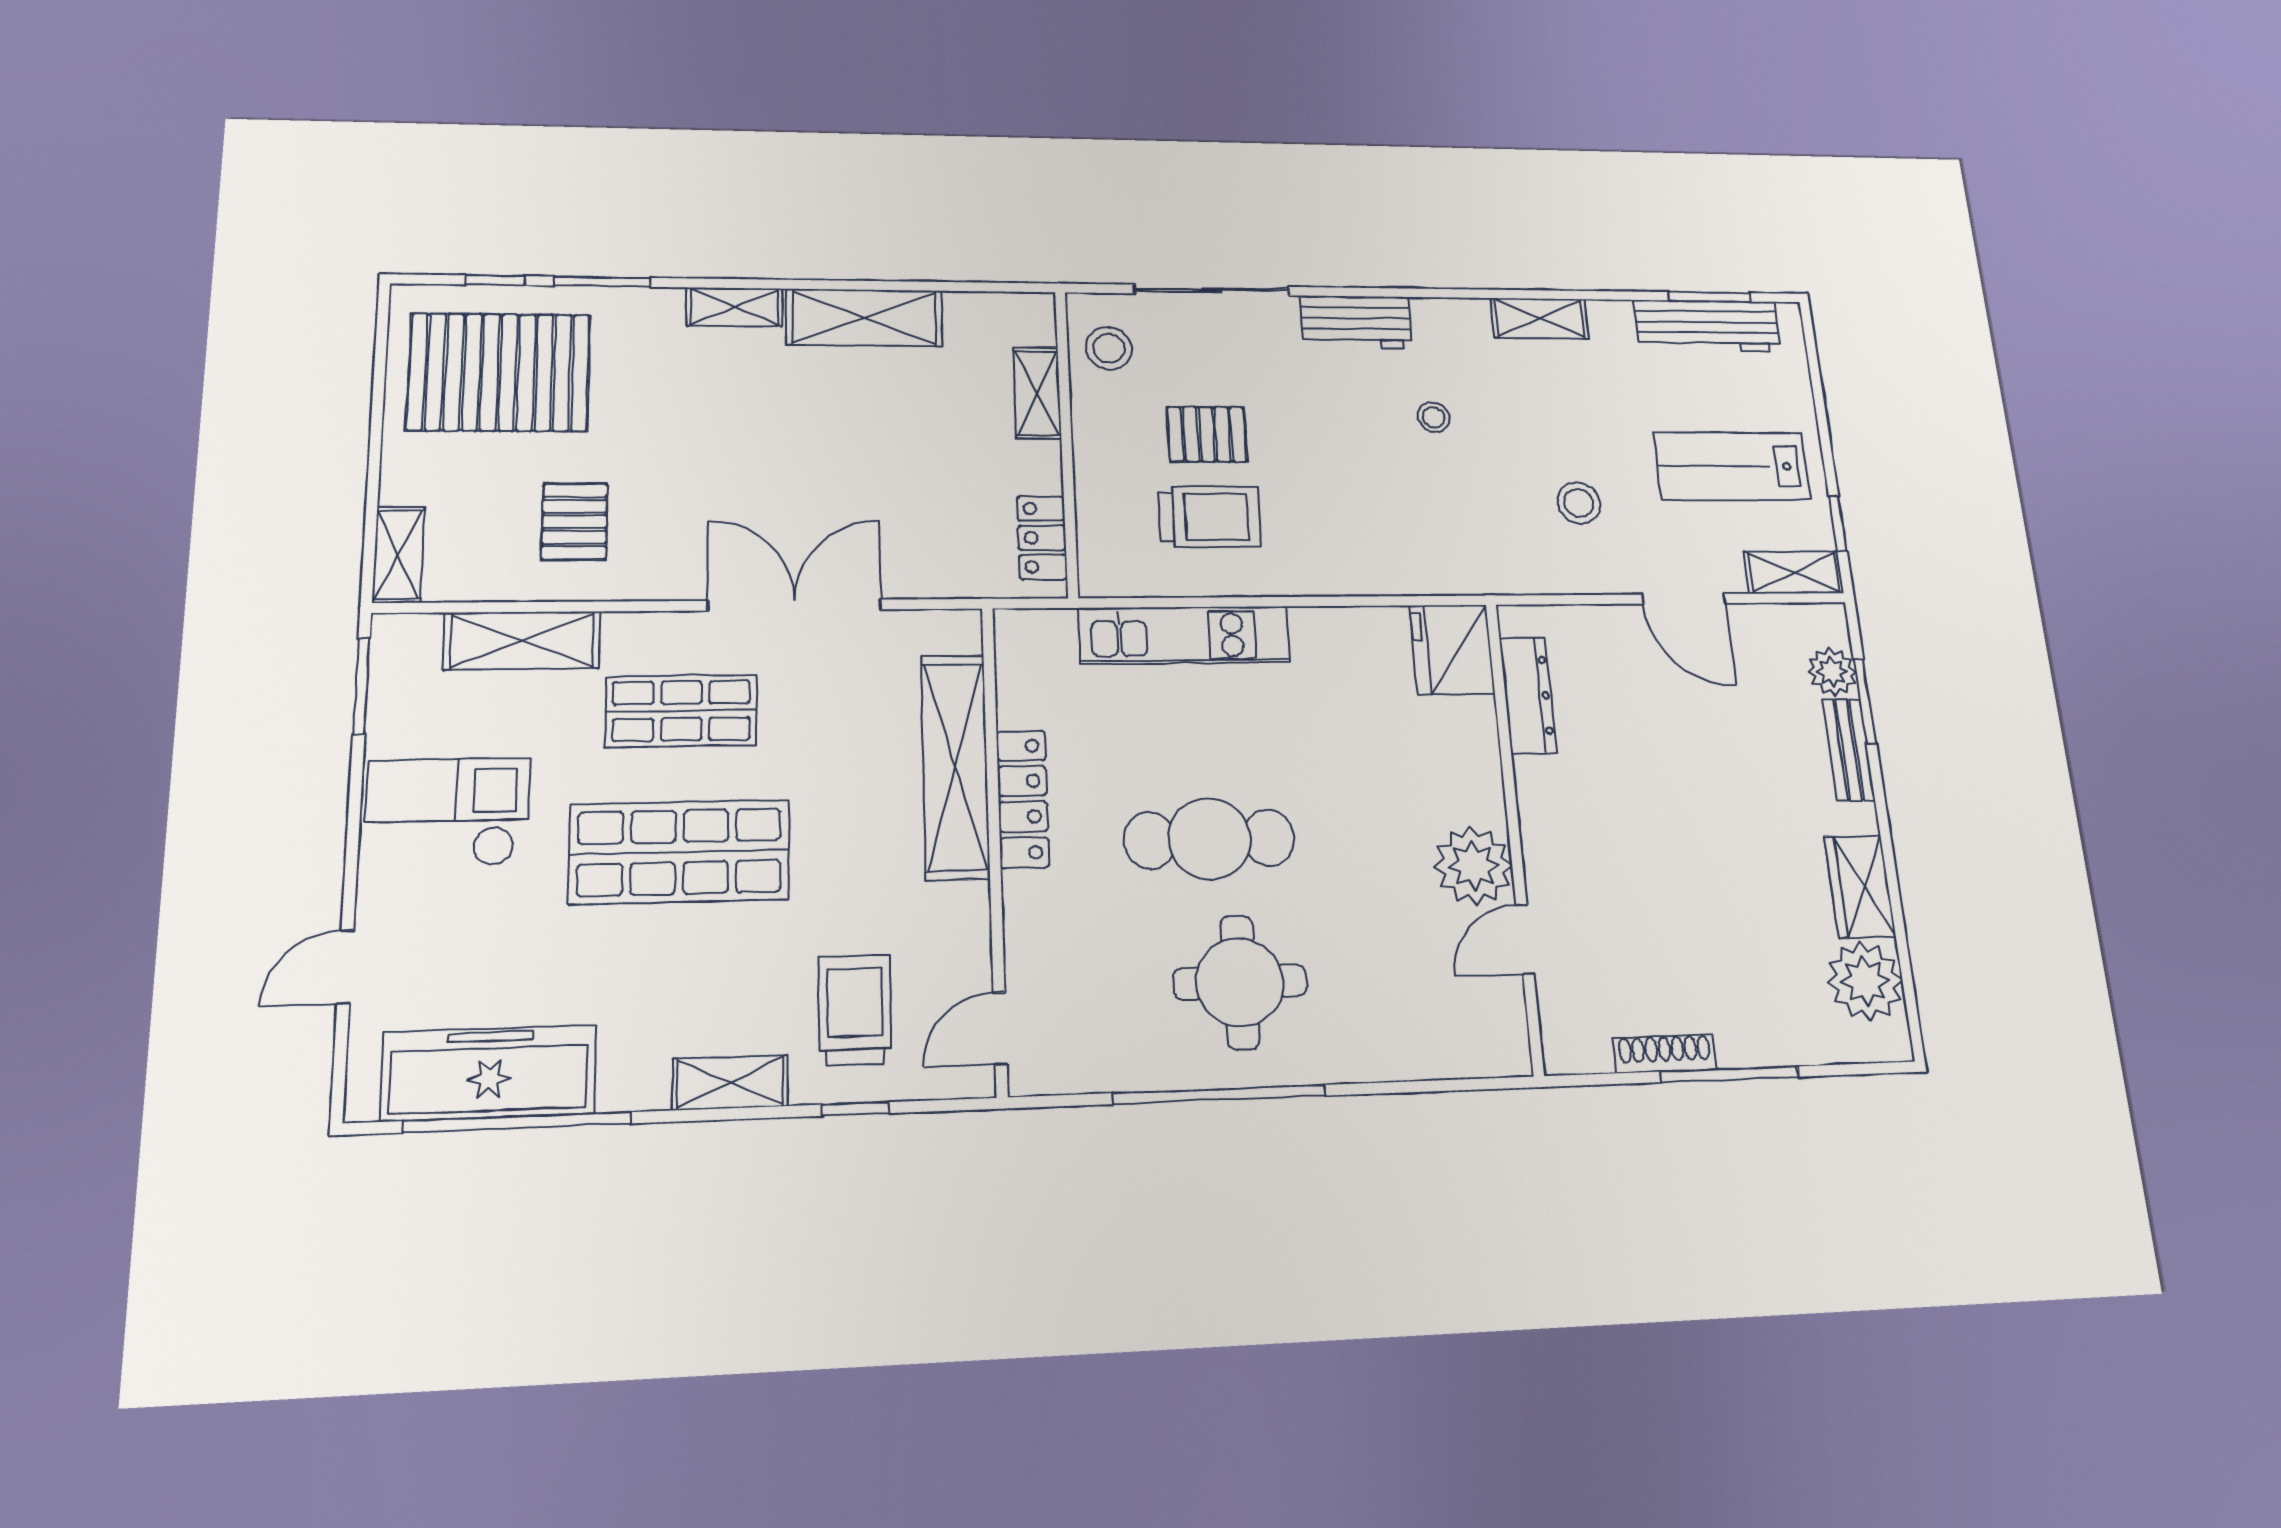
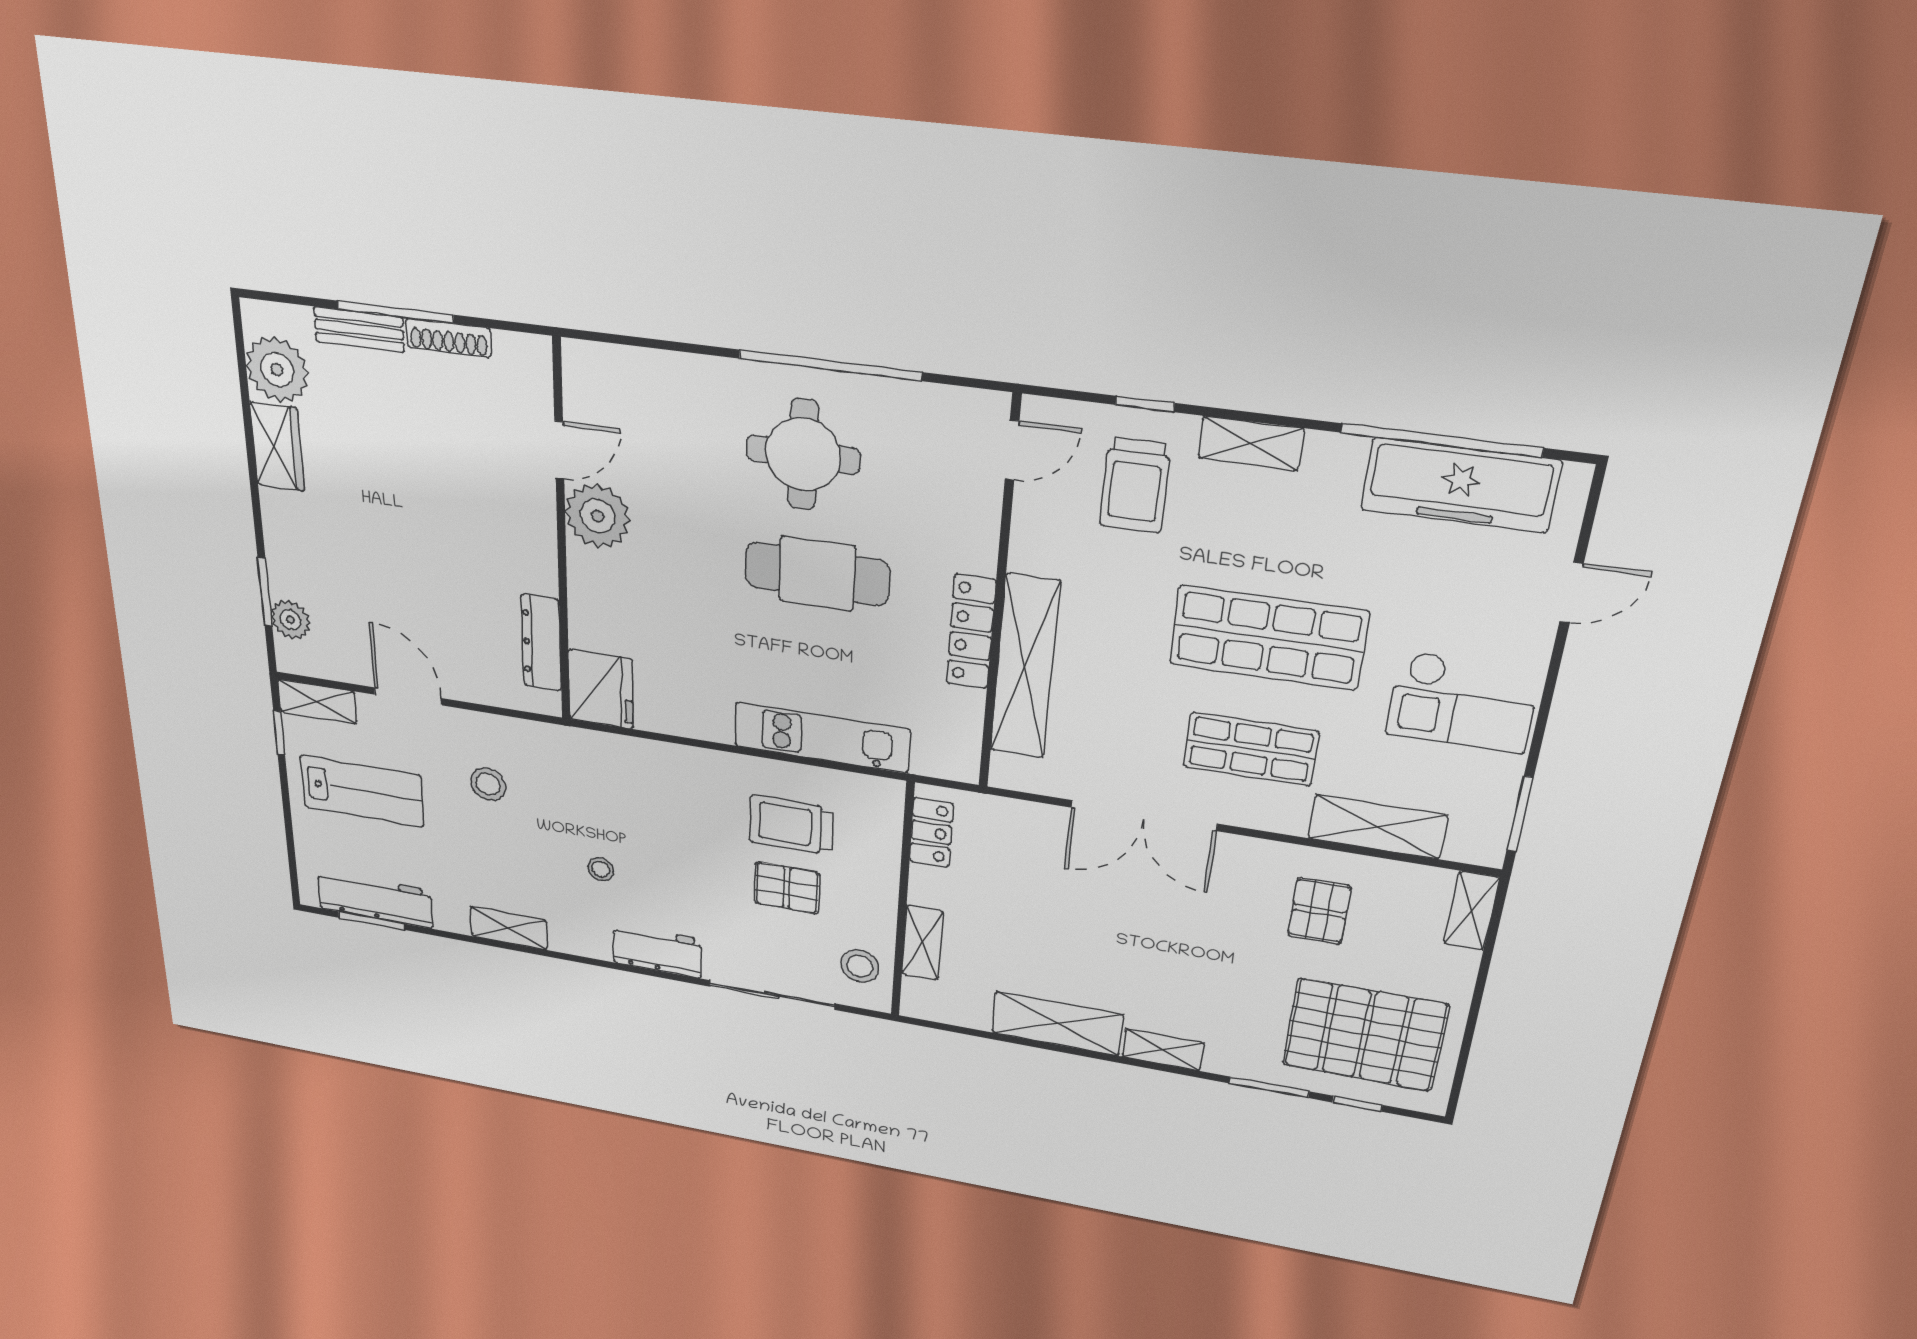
bench: (1849, 750) -> (359, 330), moved, turned 90

